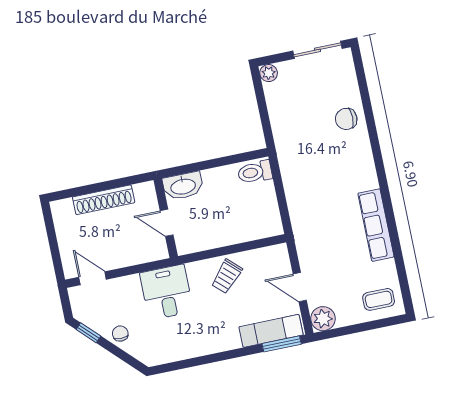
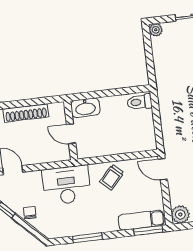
door: (300, 287) -> (163, 169), moved
desk: (166, 292) -> (67, 185), width x1.37
window: (201, 361) -> (87, 238), added

